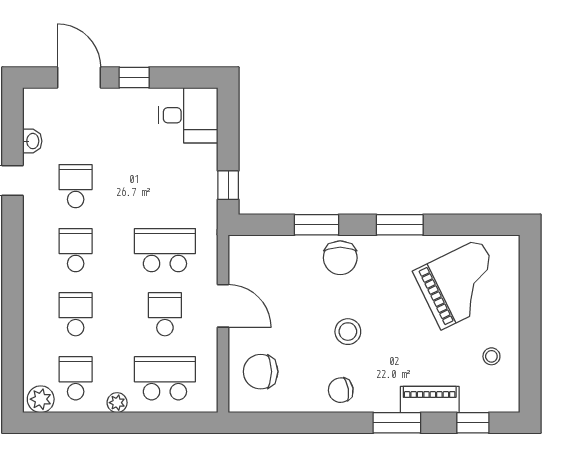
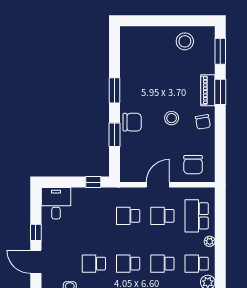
door: (79, 78) -> (36, 262), hinge flipped
school desk: (165, 250) -> (128, 216), width x0.54
grand piano: (461, 284) -> (146, 58), removed
stool: (491, 356) -> (185, 41), width x1.89, depth x1.89
piano: (430, 399) -> (208, 90), moved
window: (473, 423) -> (220, 51), width x1.50

